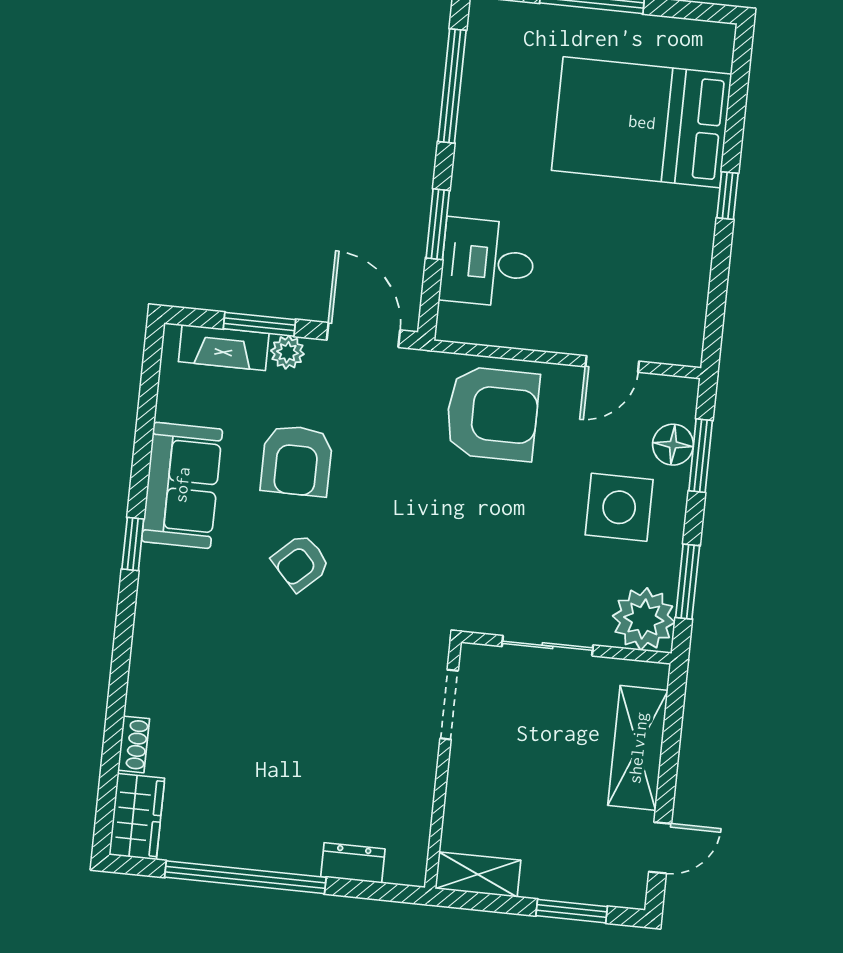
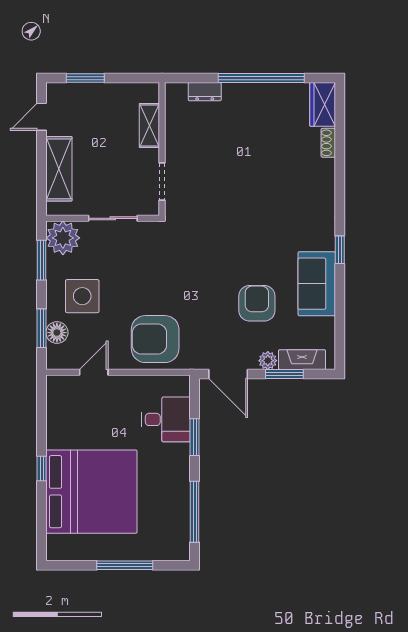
bed: (642, 122) -> (91, 492), width x1.36
armchair: (301, 563) -> (249, 249), removed
shelving: (478, 874) -> (149, 125), moved, turned 90

